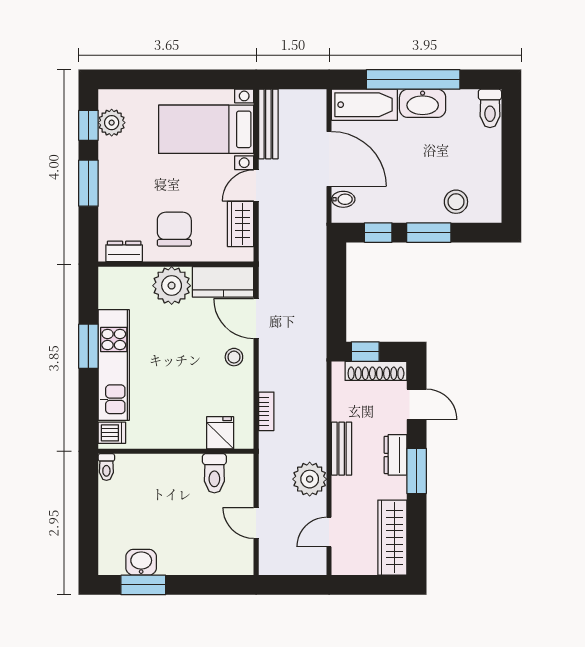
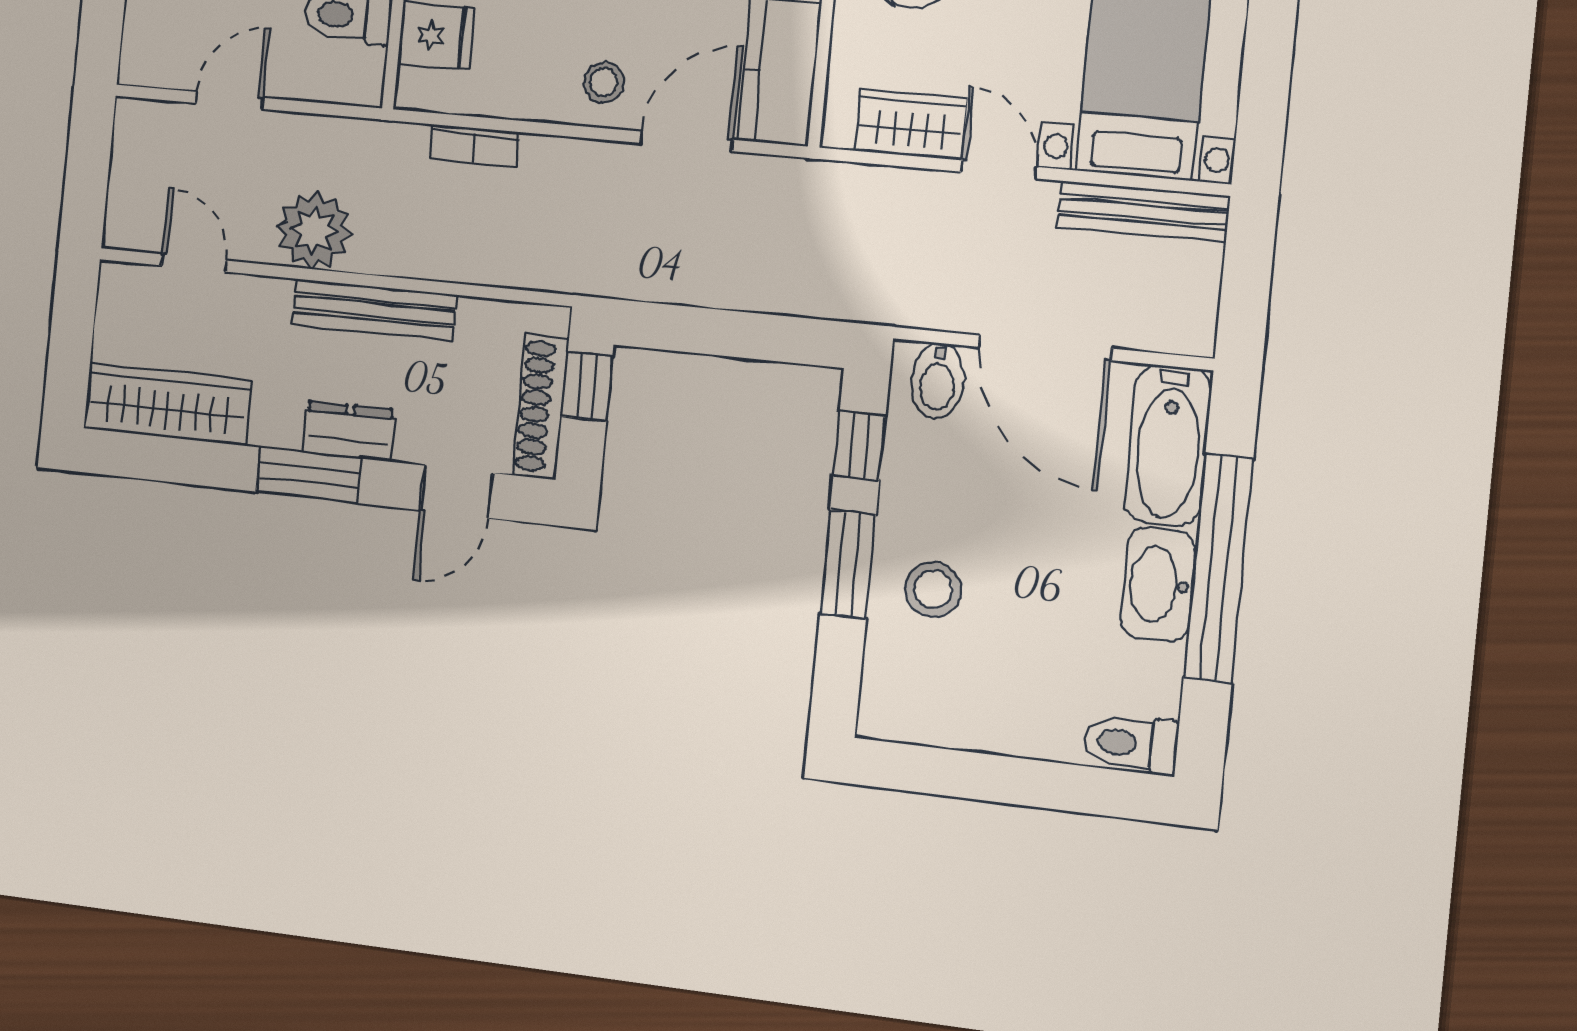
door: (329, 159) -> (1045, 348), hinge flipped
bidet: (343, 199) -> (938, 381), width x1.38, depth x1.36
stool: (456, 202) -> (933, 589), moved
bench: (342, 449) -> (374, 310), width x1.36

